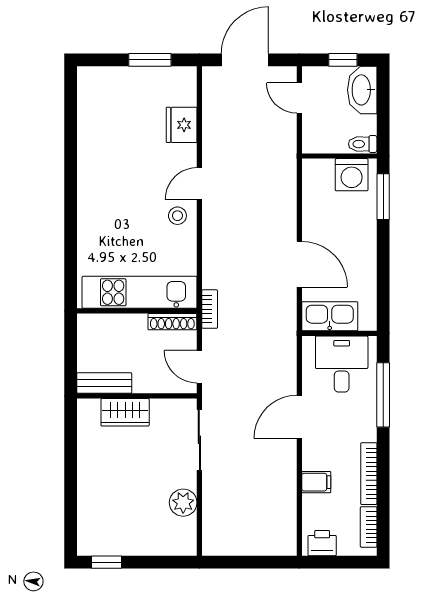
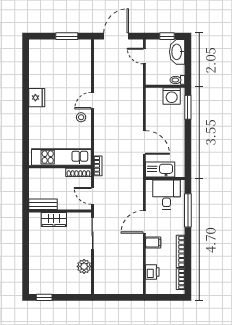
fridge: (182, 125) -> (37, 98), moved, turned 180
filing cabinet: (316, 482) -> (153, 242), moved
printer: (322, 543) -> (152, 272), moved, turned 90

